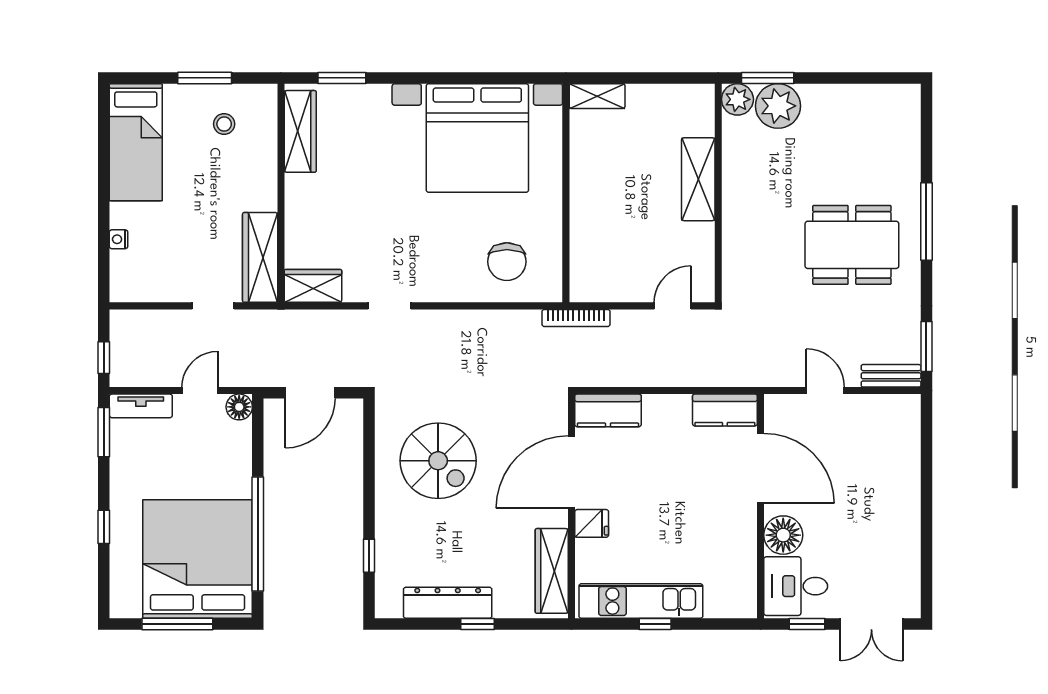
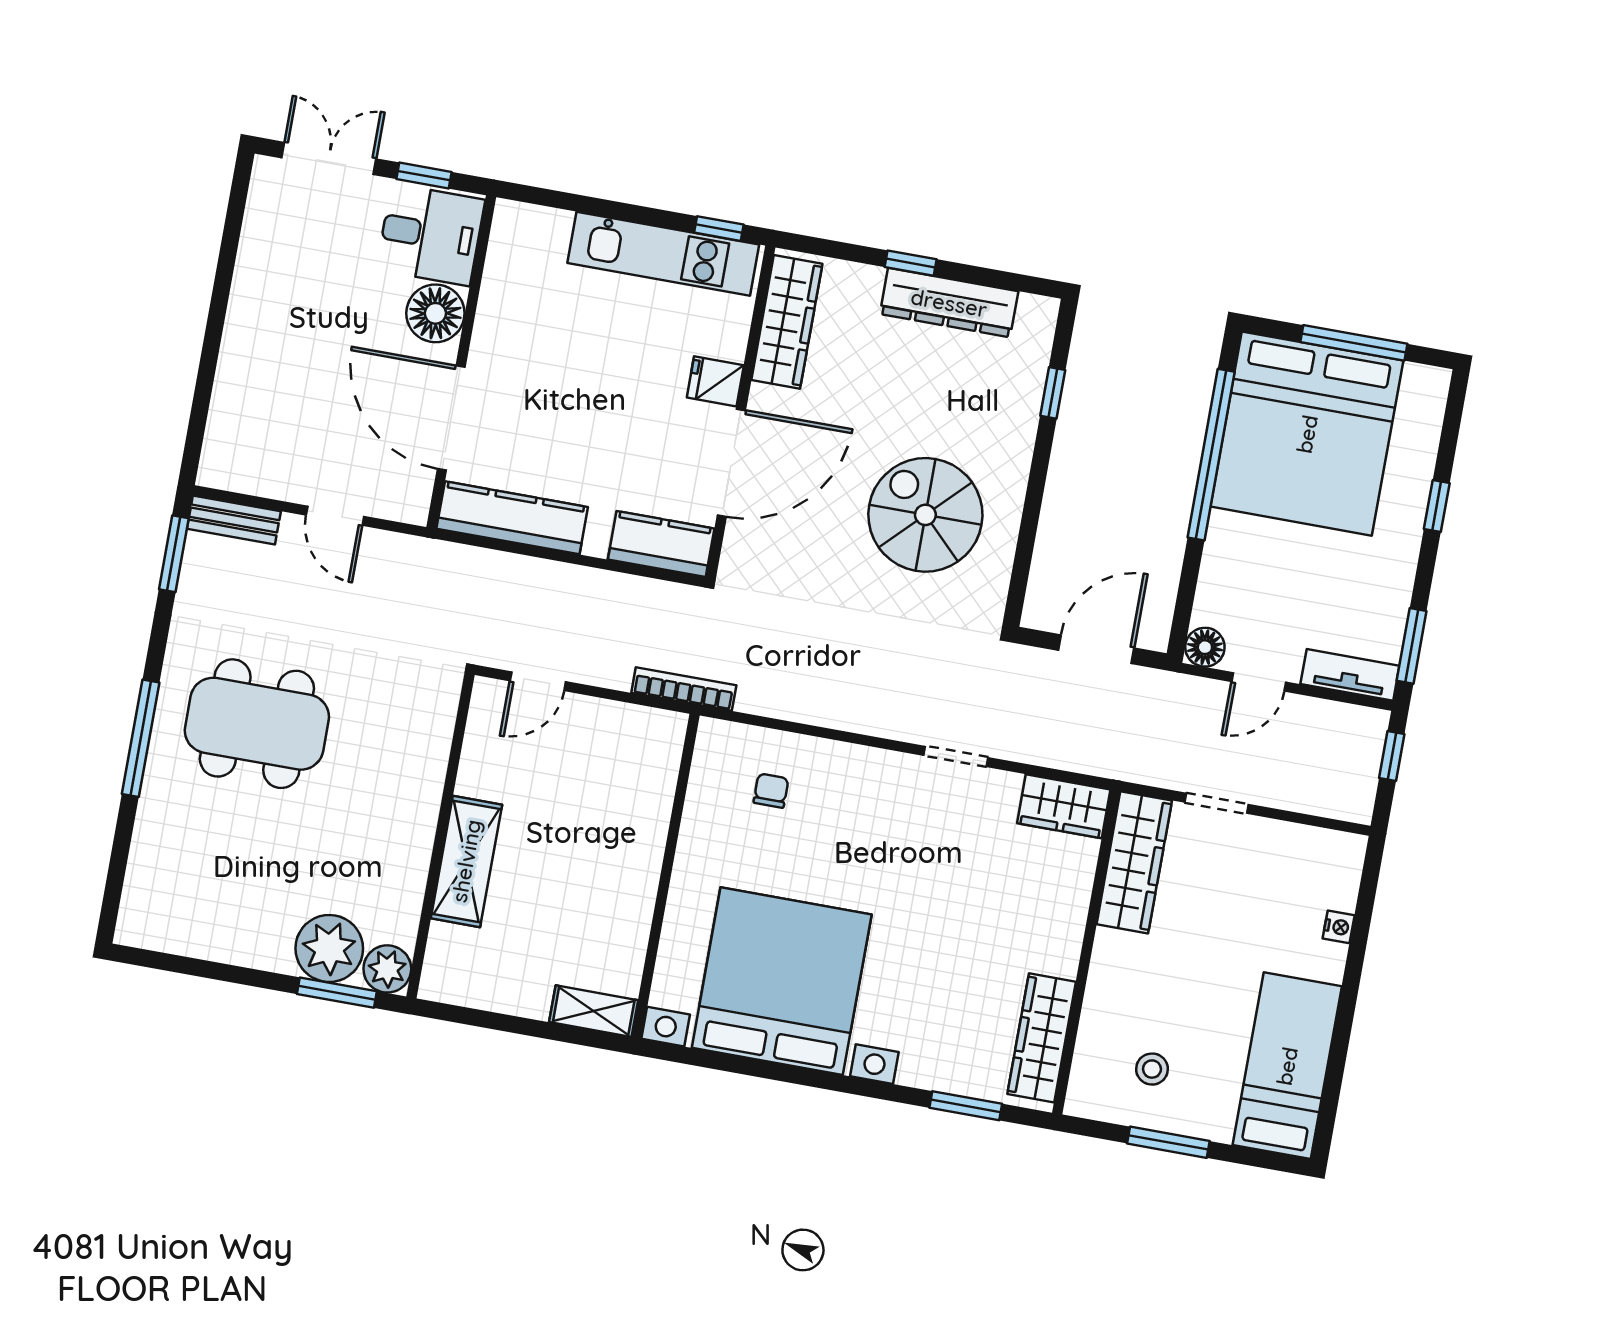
chair: (507, 262) -> (771, 791), width x0.54, depth x0.54
kitchen counter: (725, 410) -> (512, 518), width x1.50
window: (655, 624) -> (719, 229), moved

